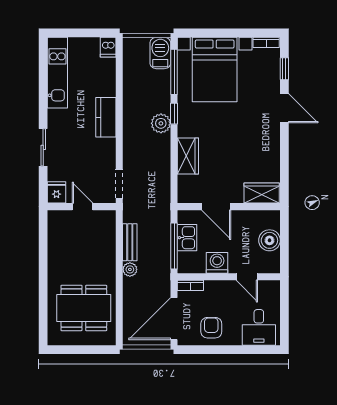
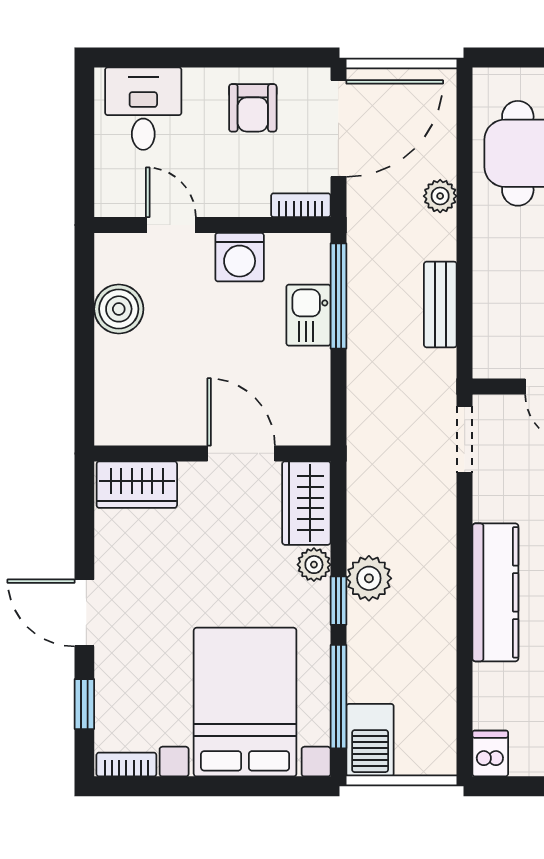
kitchen counter: (106, 117) -> (495, 592), width x1.50
plant: (185, 129) -> (314, 565), added
wardrobe: (262, 193) -> (137, 485), moved
door: (216, 207) -> (241, 453), moved
wall: (229, 207) -> (212, 453), moved
plant: (130, 269) -> (440, 196), moved

